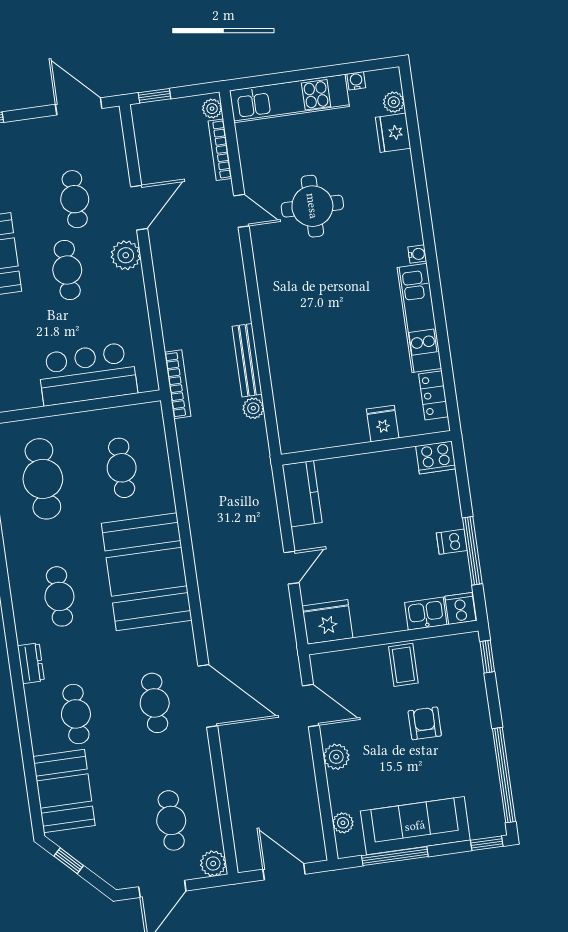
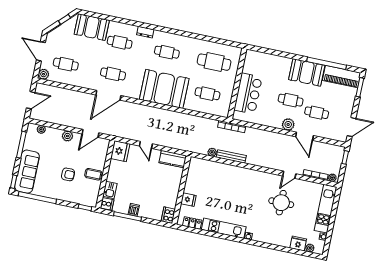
sofa: (415, 826) -> (27, 172), moved

